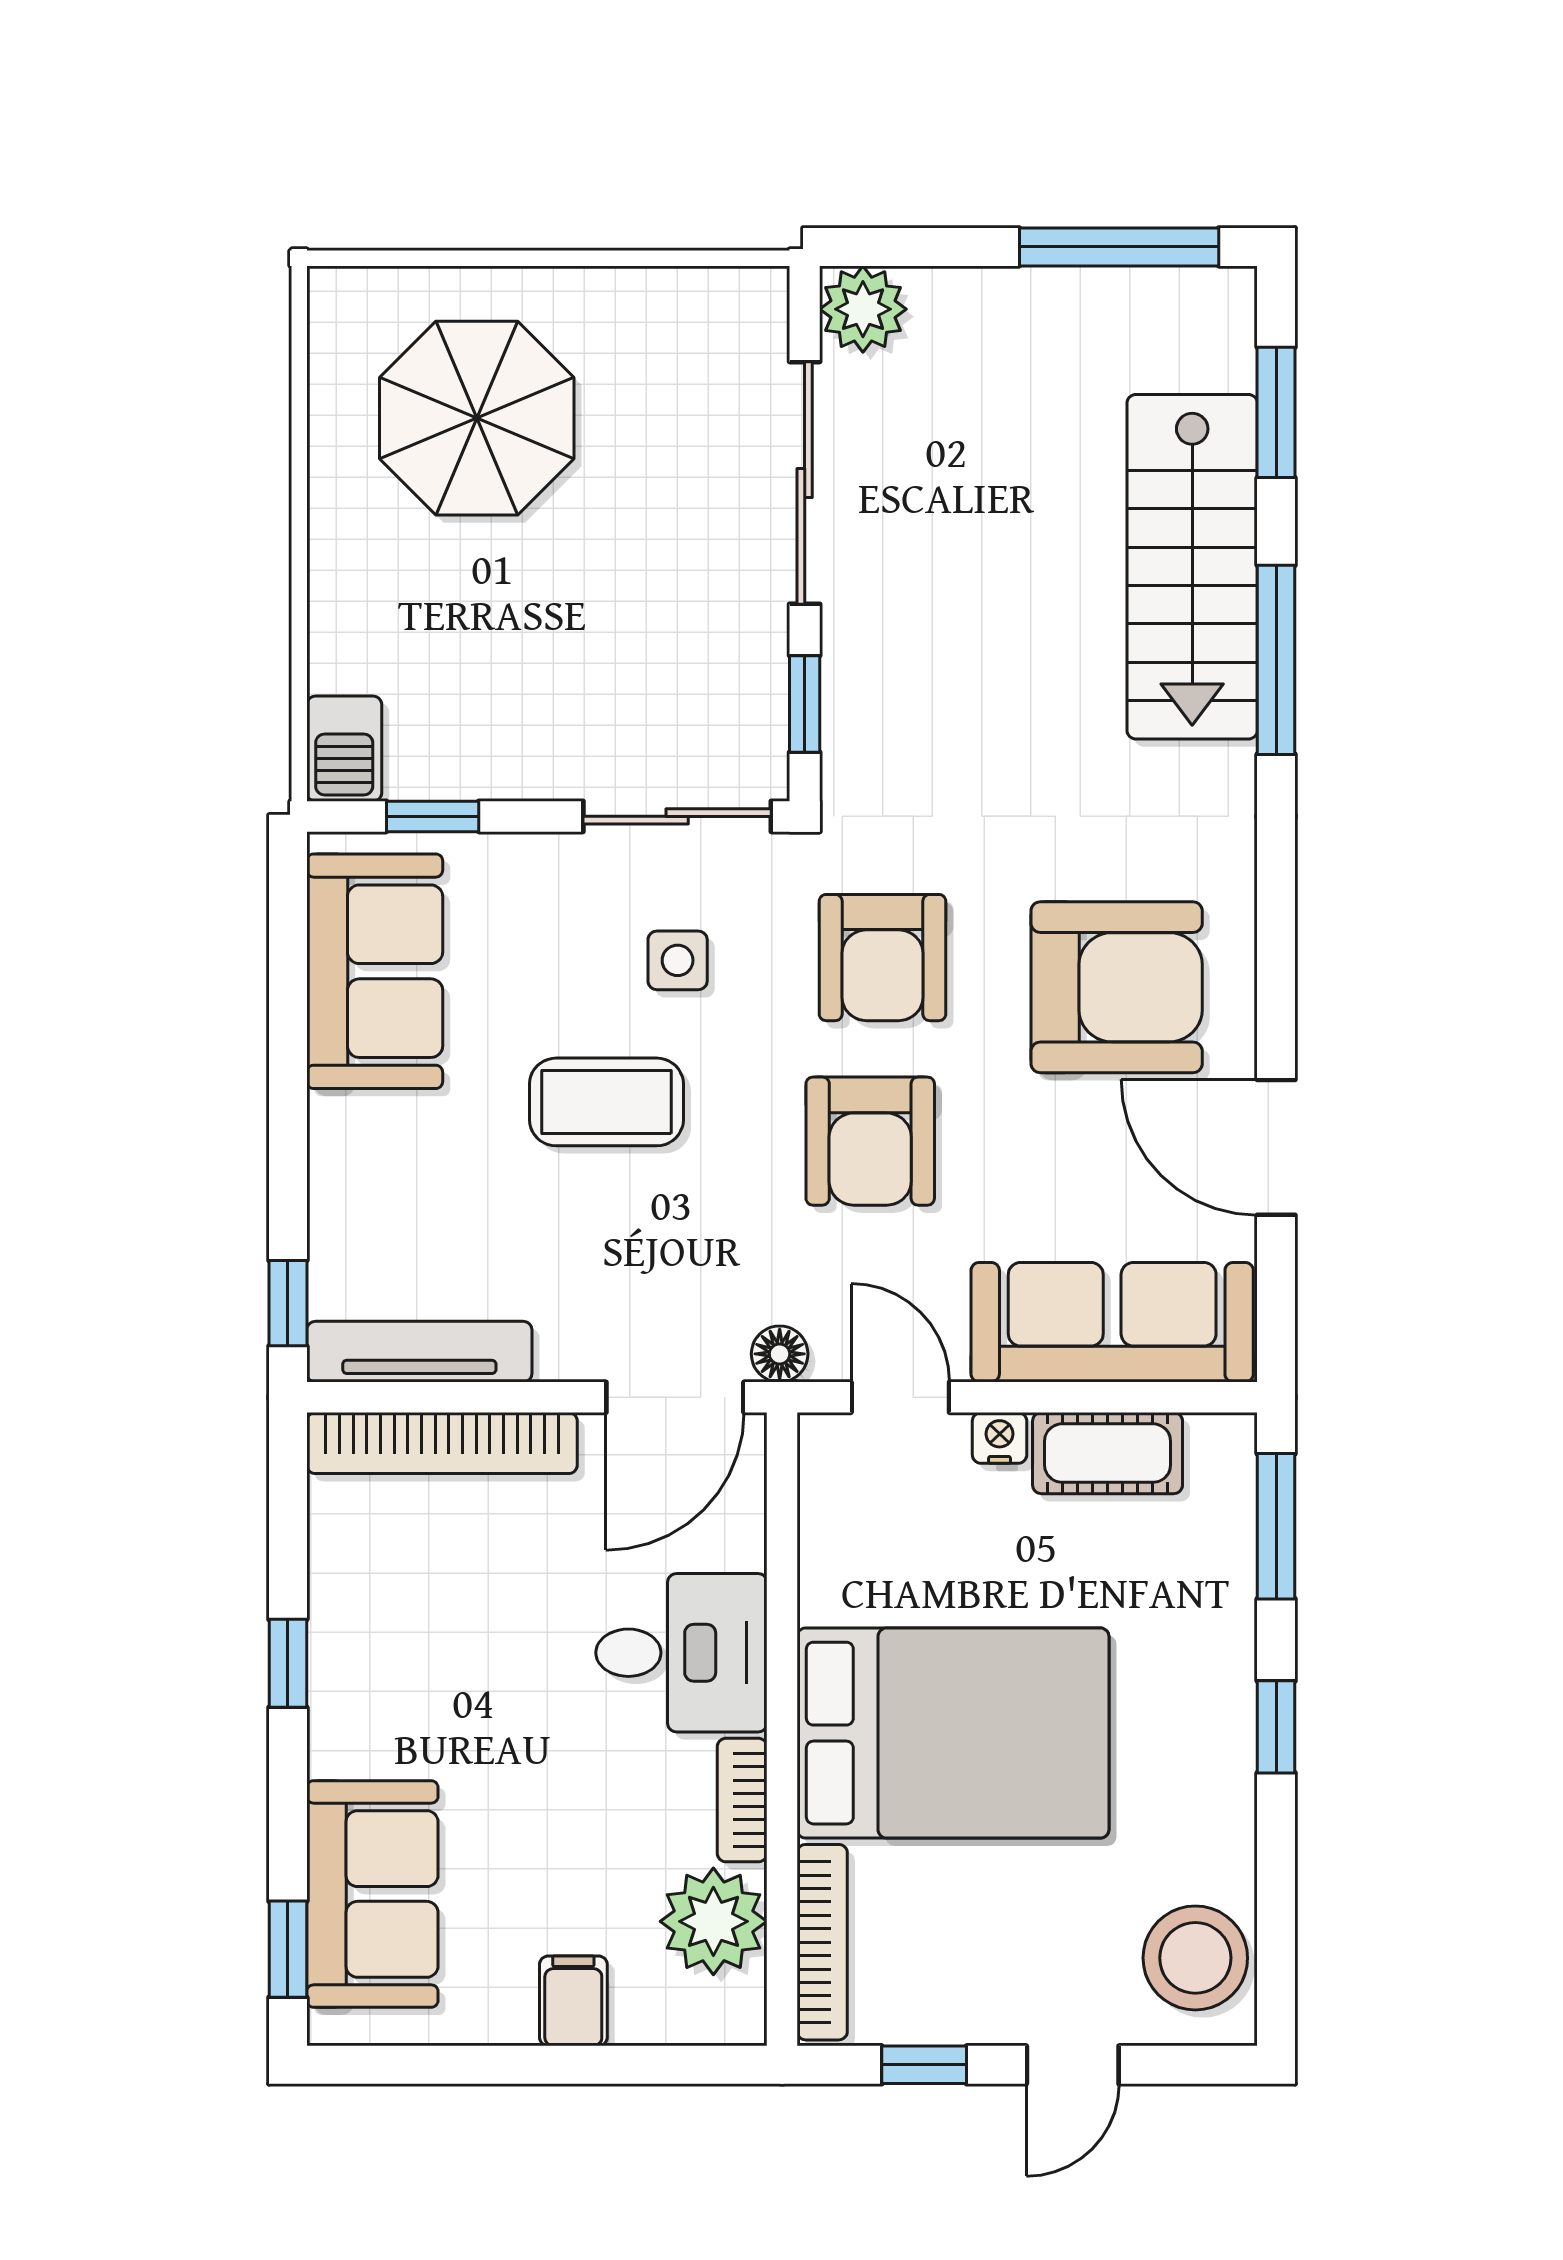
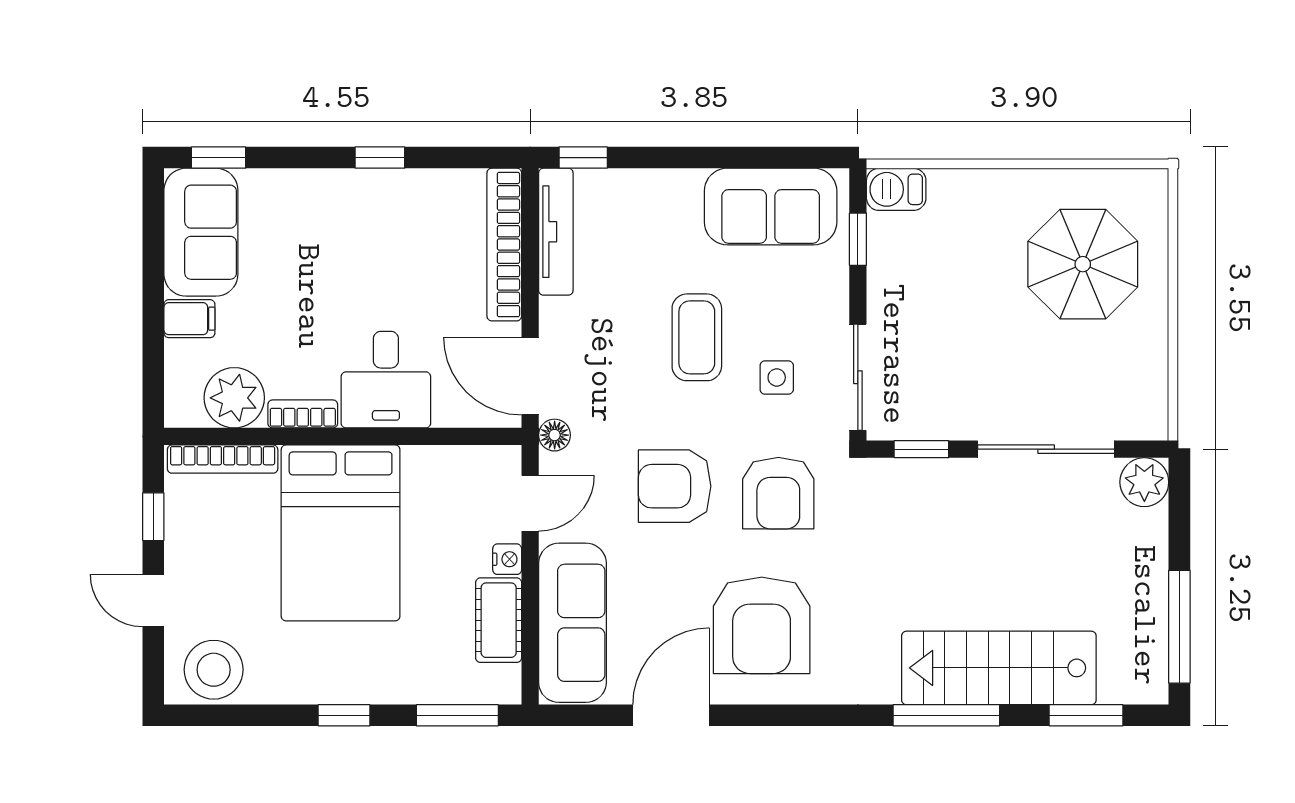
armchair: (883, 958) -> (778, 493), turned -90
sofa: (372, 1894) -> (201, 232), moved, turned -90

